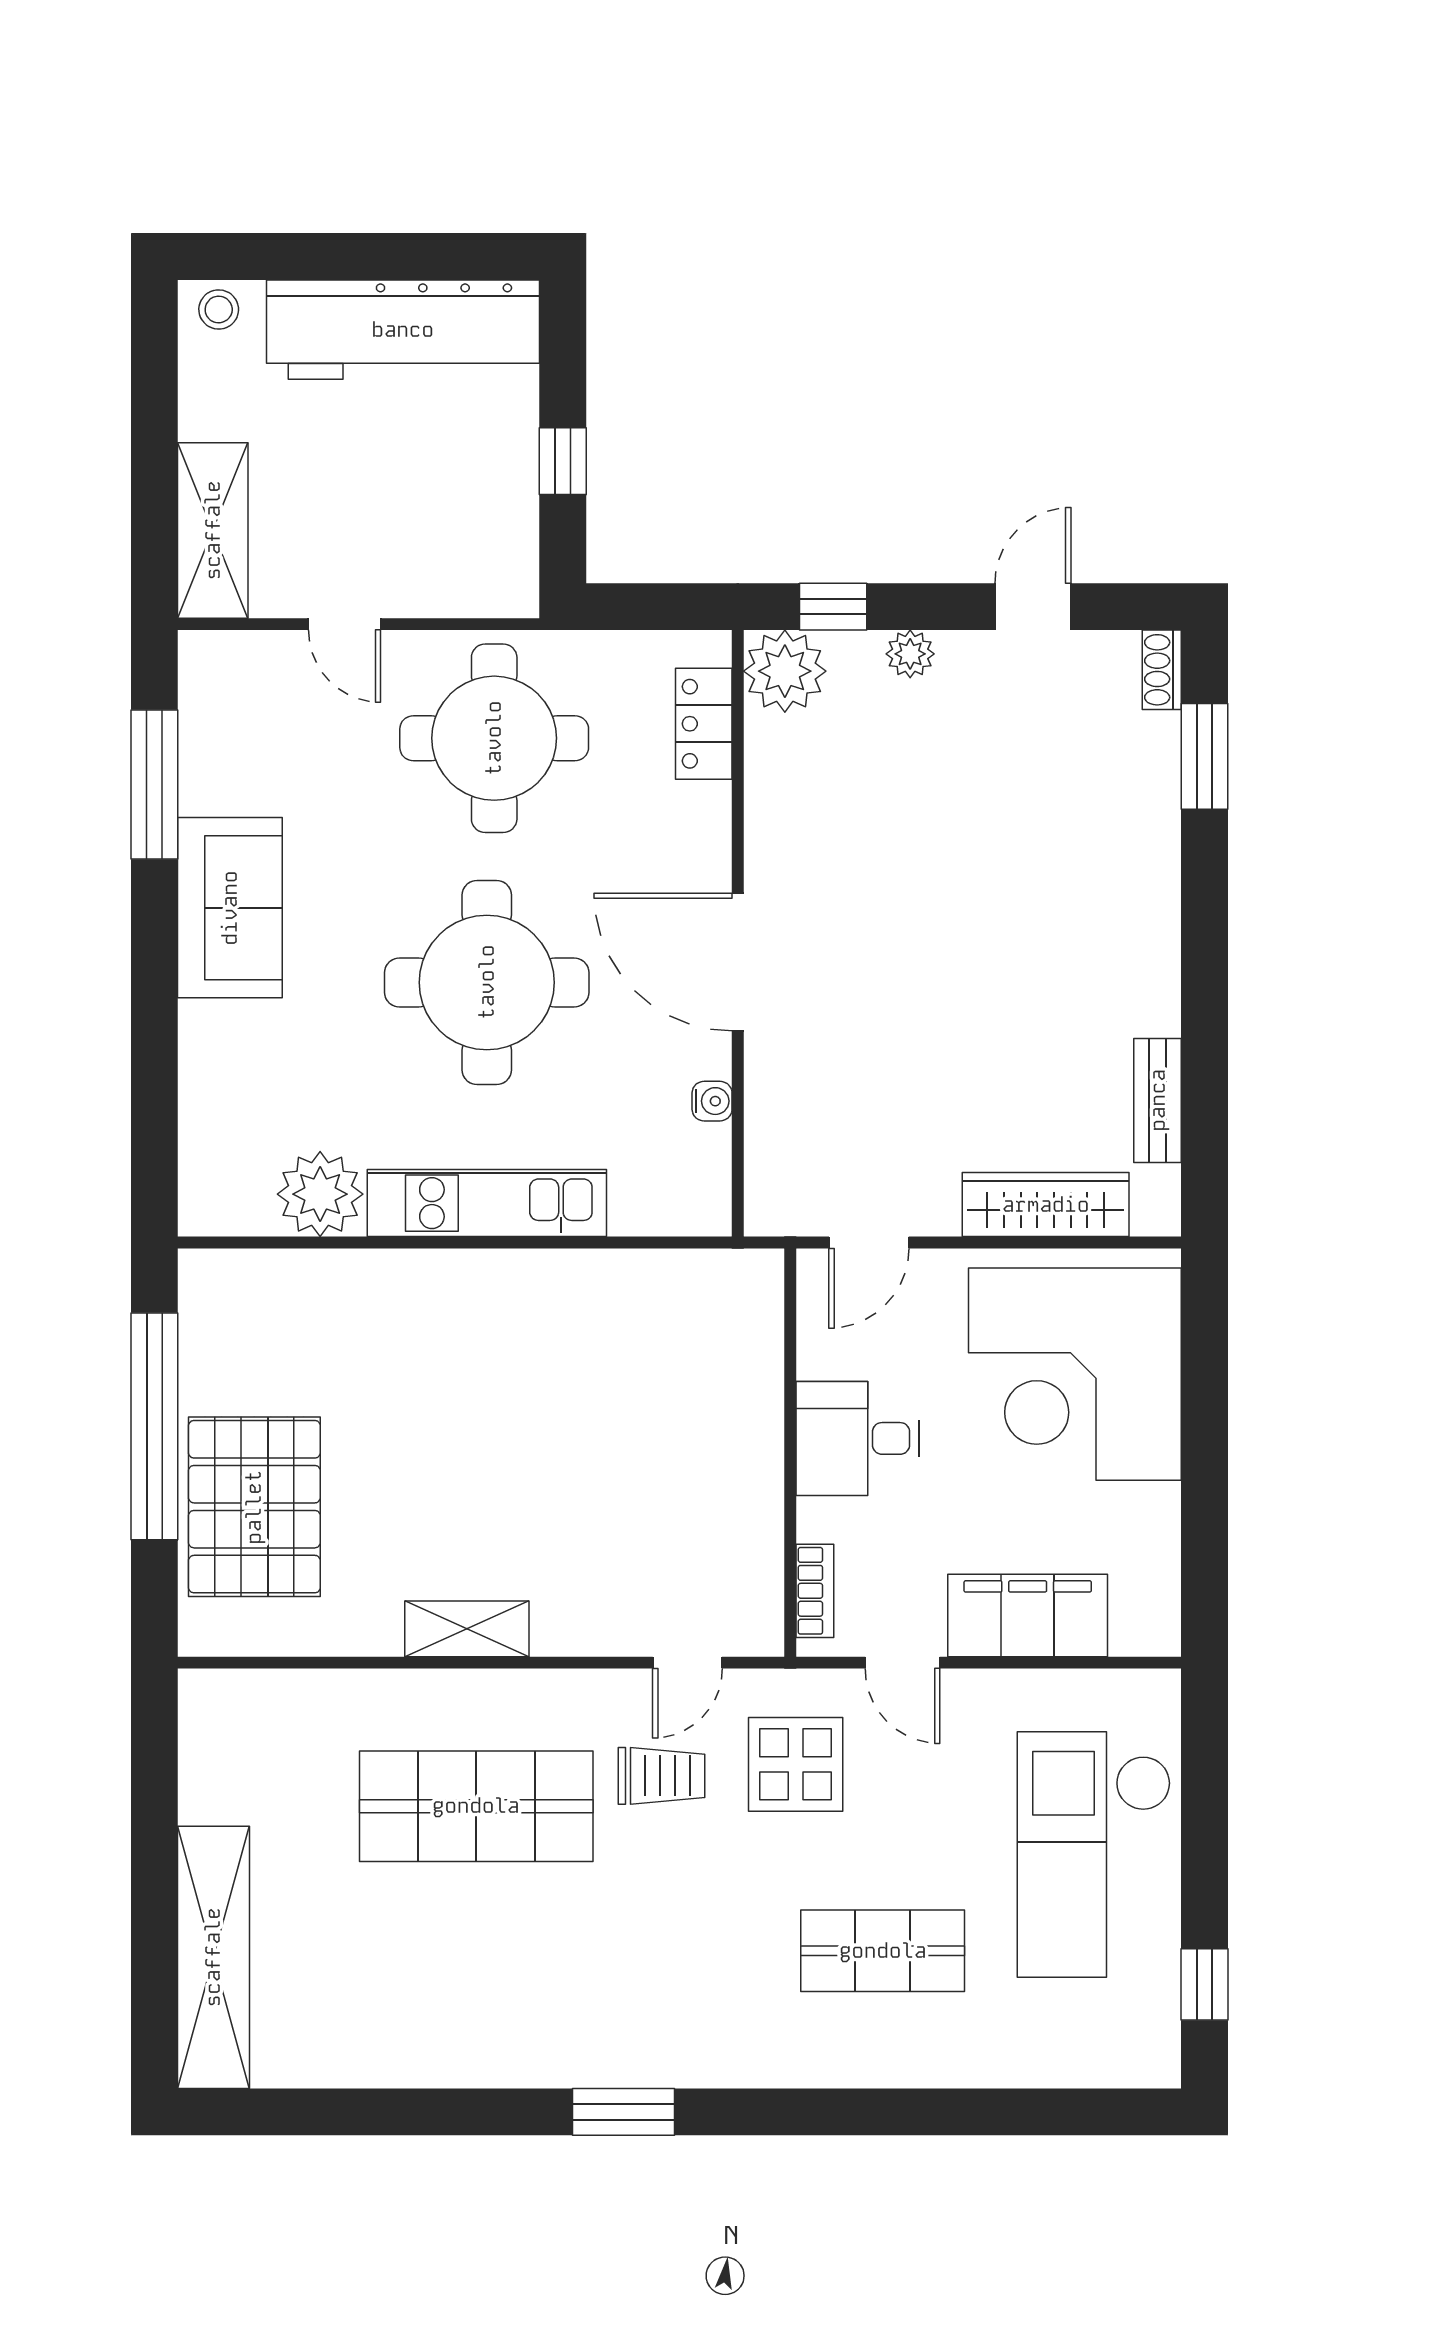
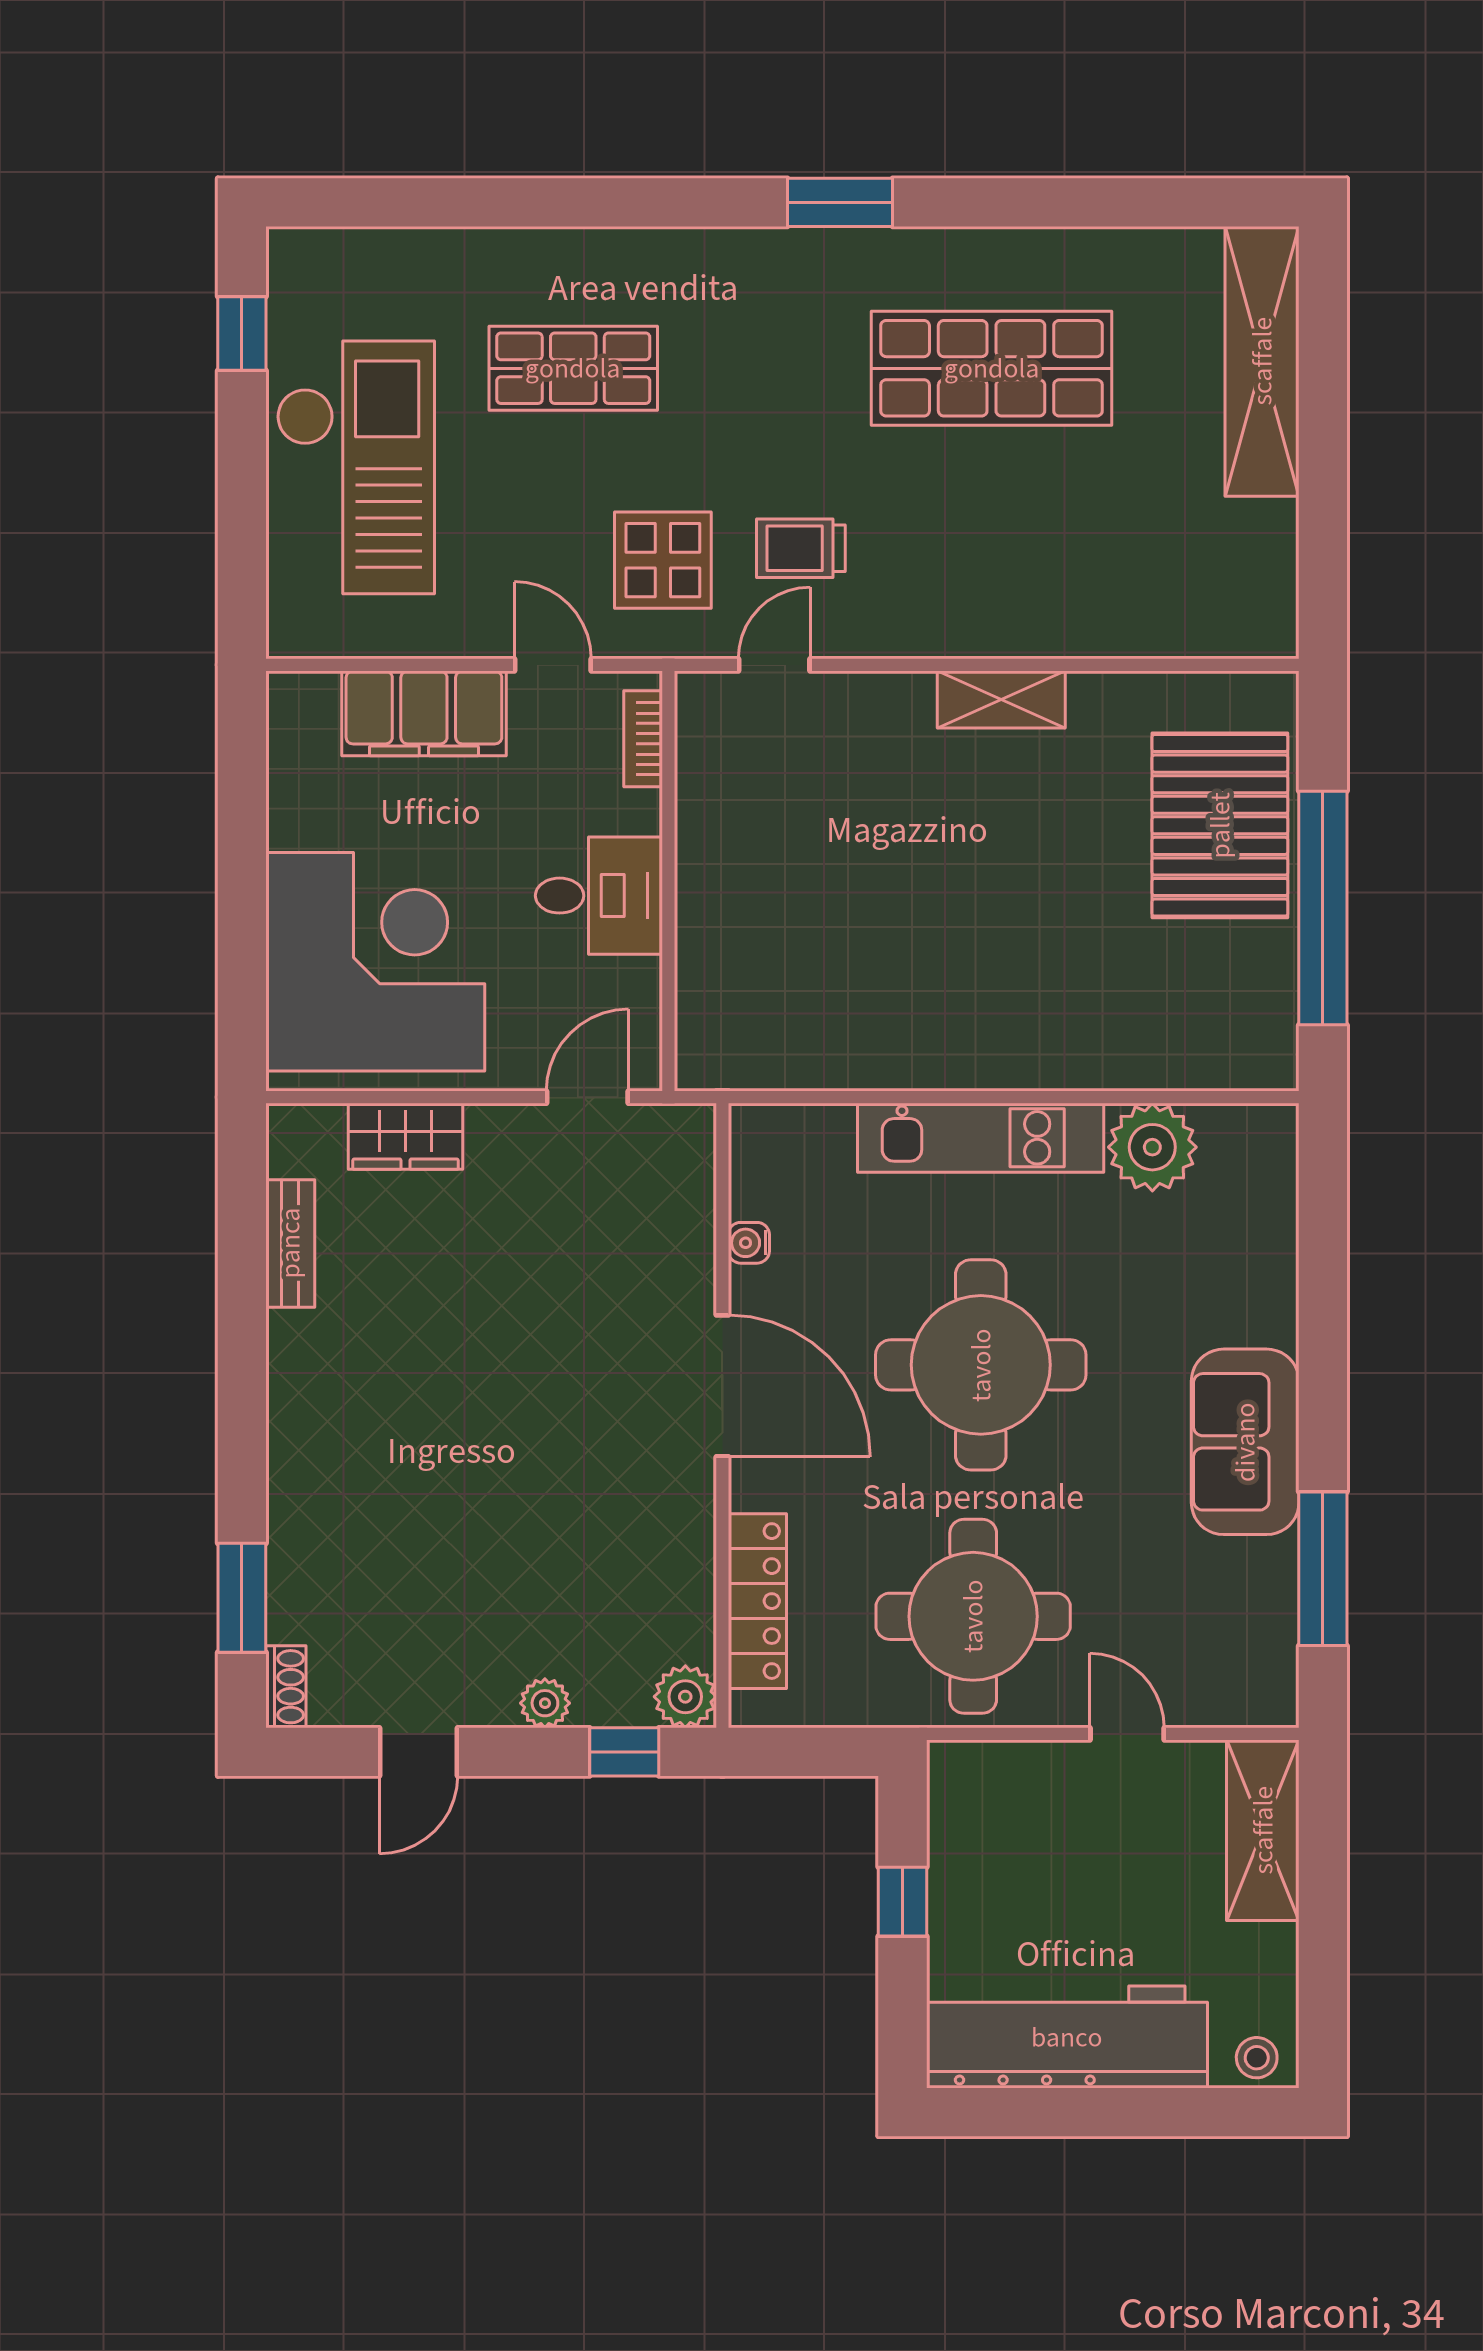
plant: (785, 671) -> (685, 1697), width x0.73, depth x0.73
locker: (704, 724) -> (757, 1601), width x1.53
wardrobe: (1046, 1205) -> (406, 1136), width x0.67
shop shelf: (476, 1806) -> (992, 368), moved

